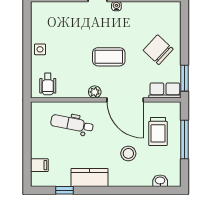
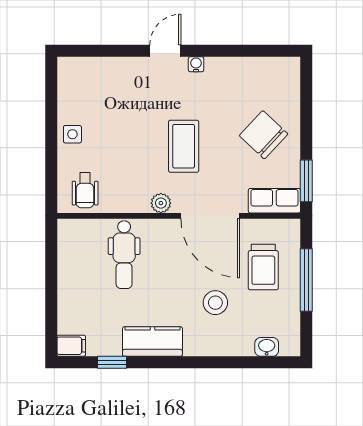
coffee table: (109, 57) -> (184, 146), turned 90
dental chair: (72, 124) -> (124, 255), turned -101
filing cabinet: (39, 165) -> (71, 346), moved

